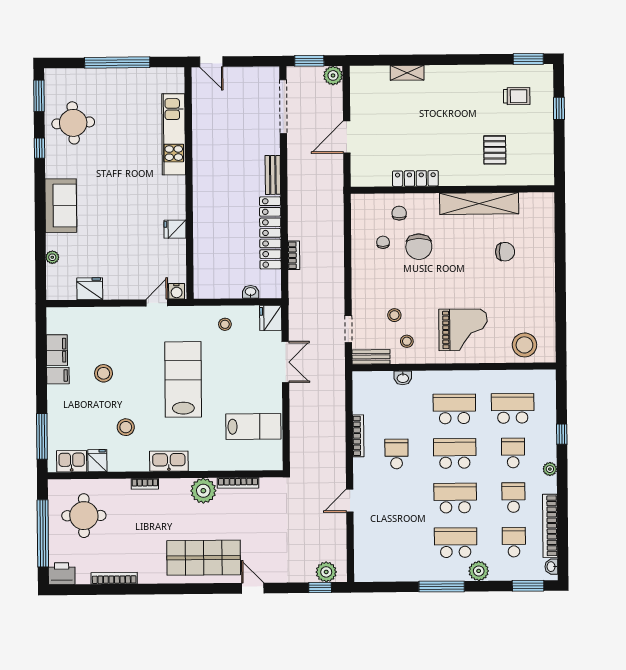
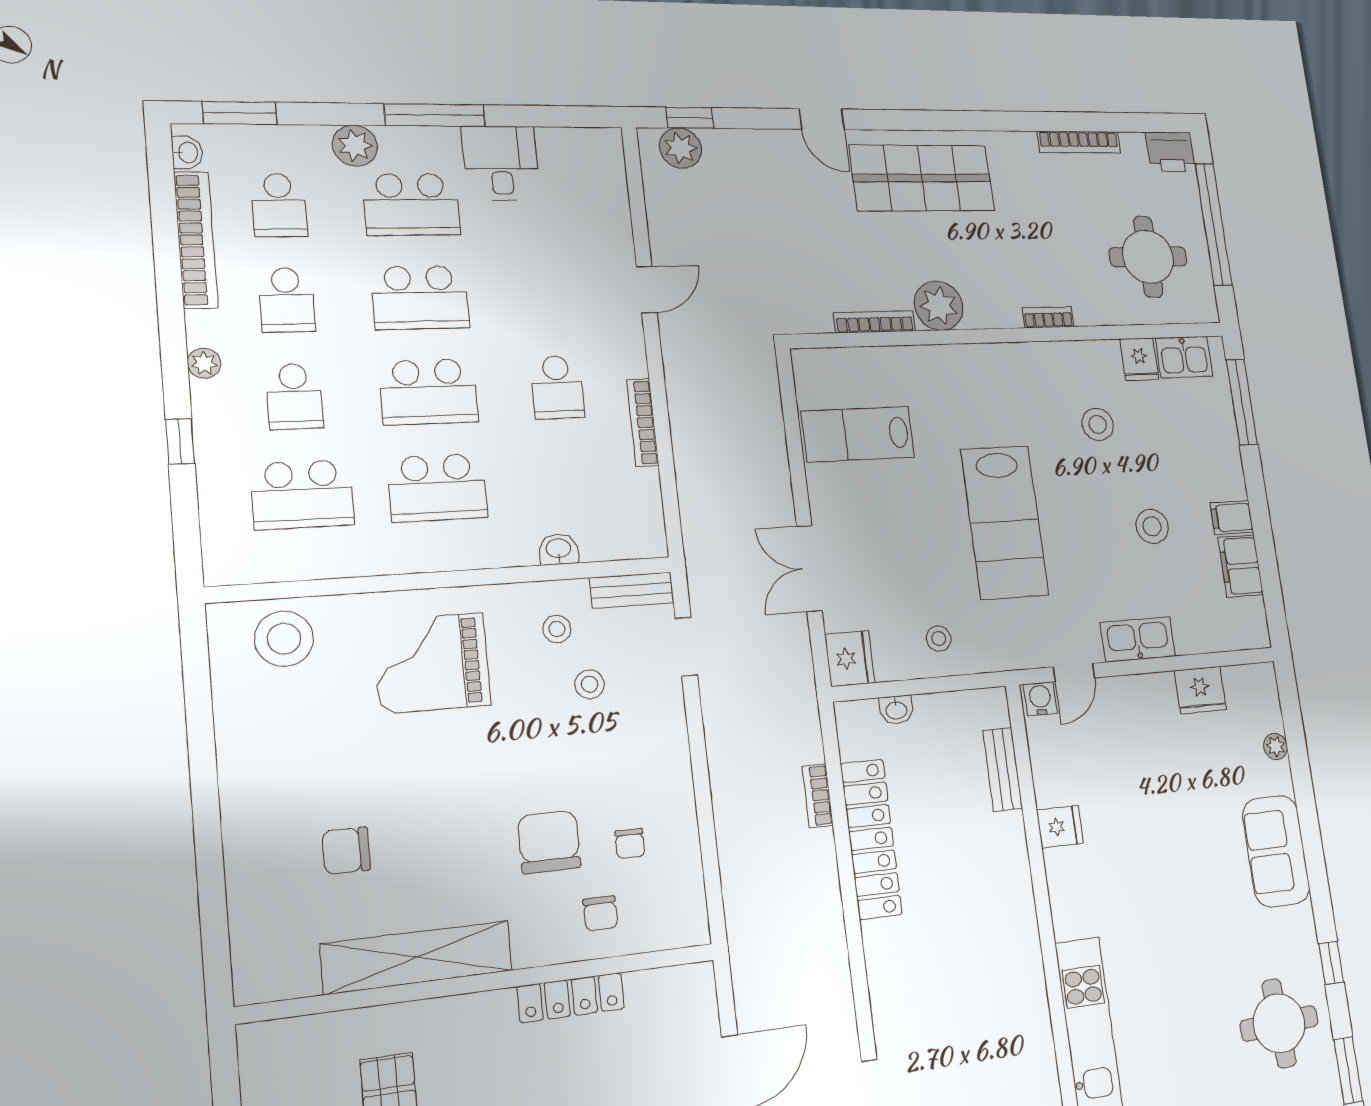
bench: (273, 175) -> (1003, 769), moved
kitchen sink: (169, 461) -> (1138, 639), moved, turned 180
desk: (413, 563) -> (501, 163), added

